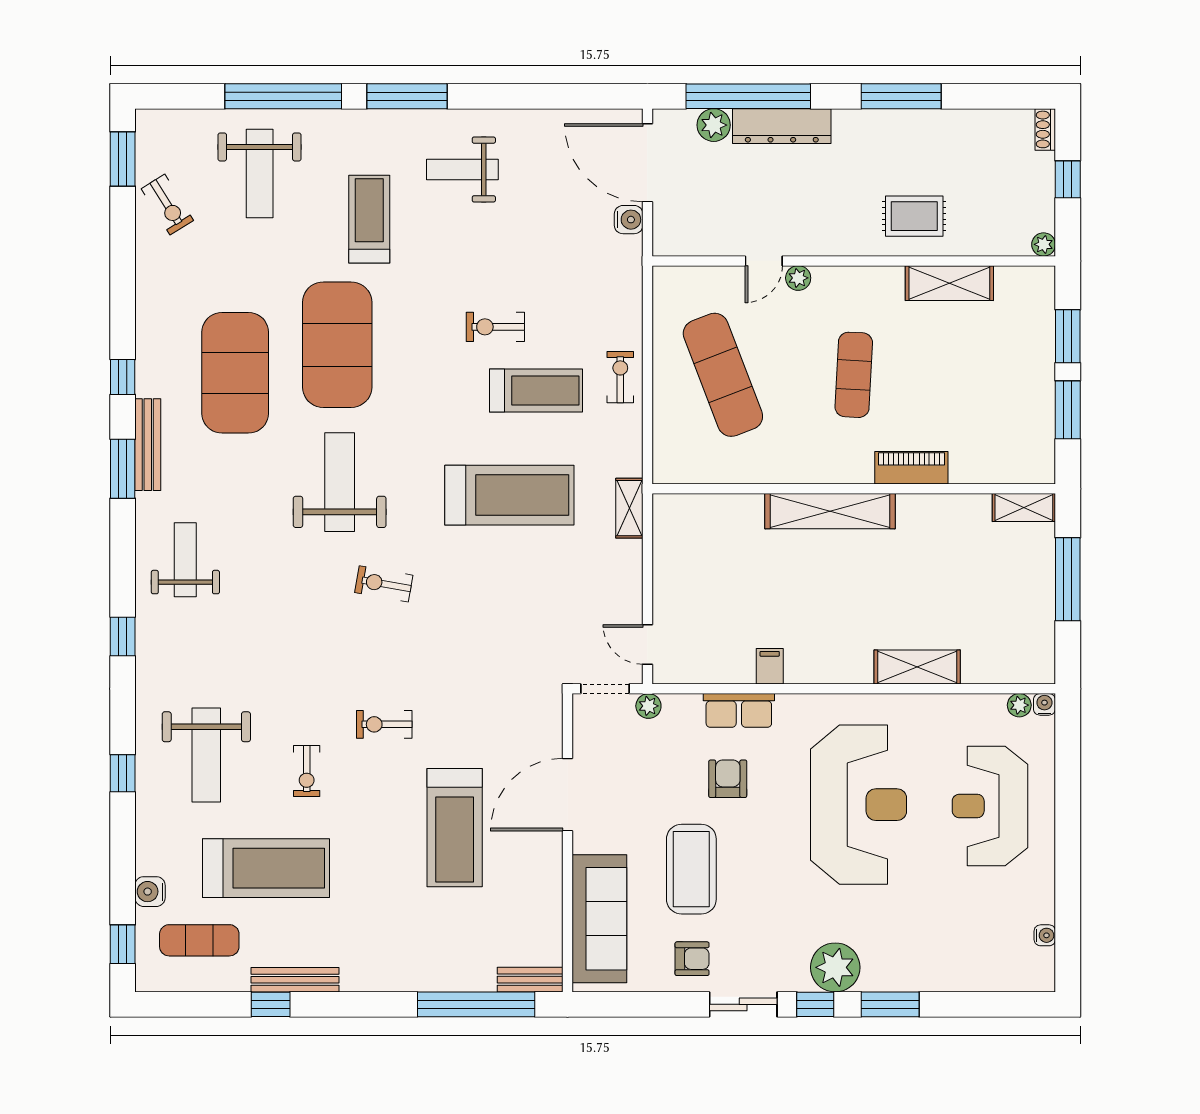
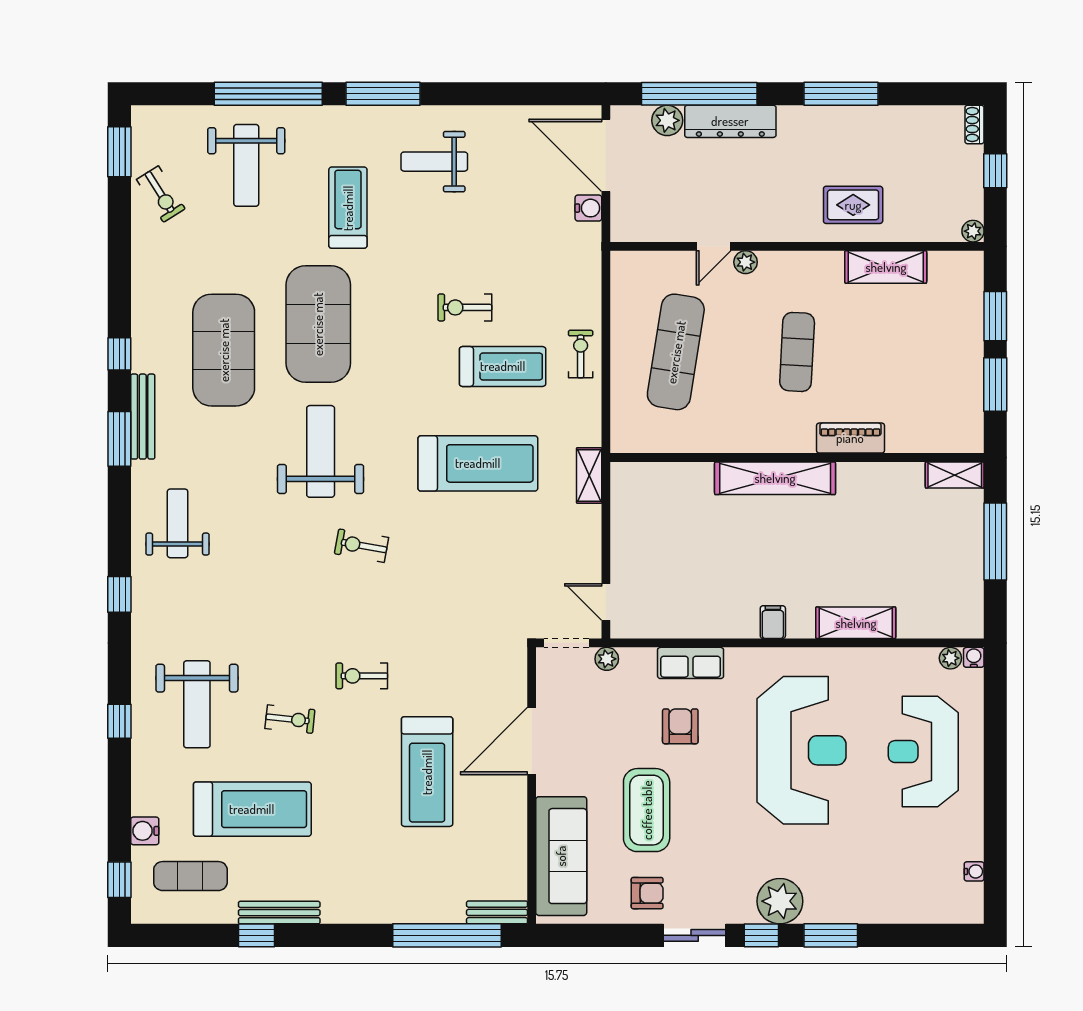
exercise mat: (723, 375) -> (676, 352), turned 30
filing cabinet: (770, 666) -> (773, 622), moved
exercise bike: (307, 771) -> (290, 719), turned -84

